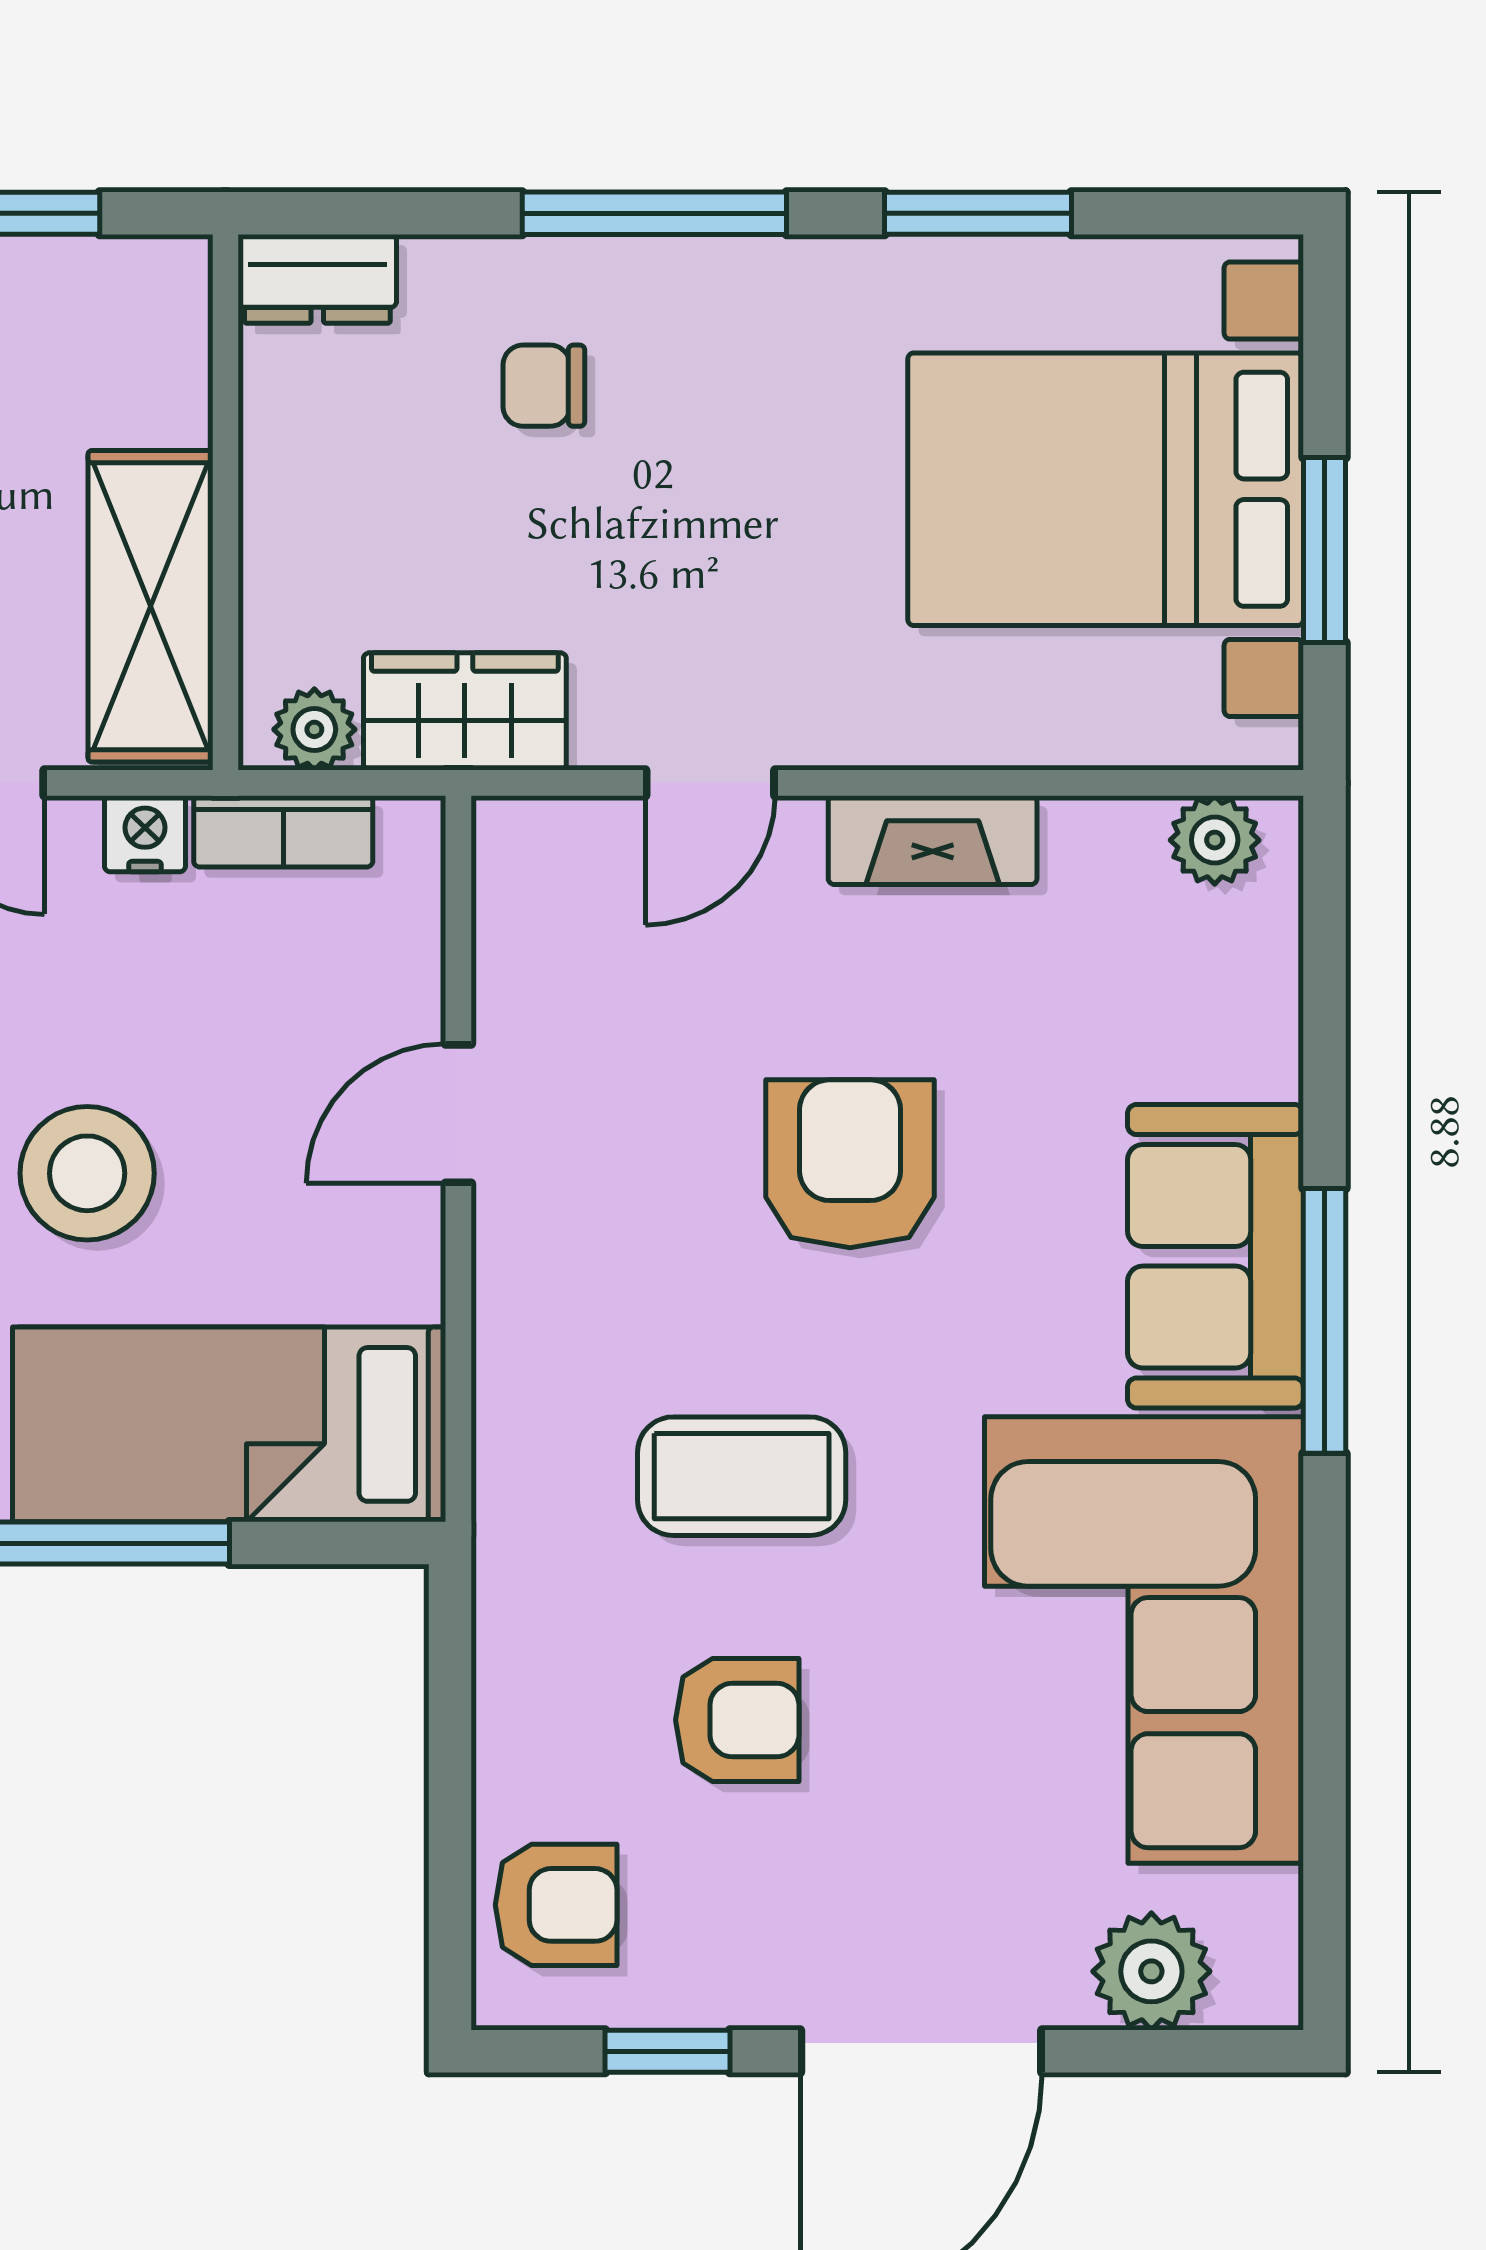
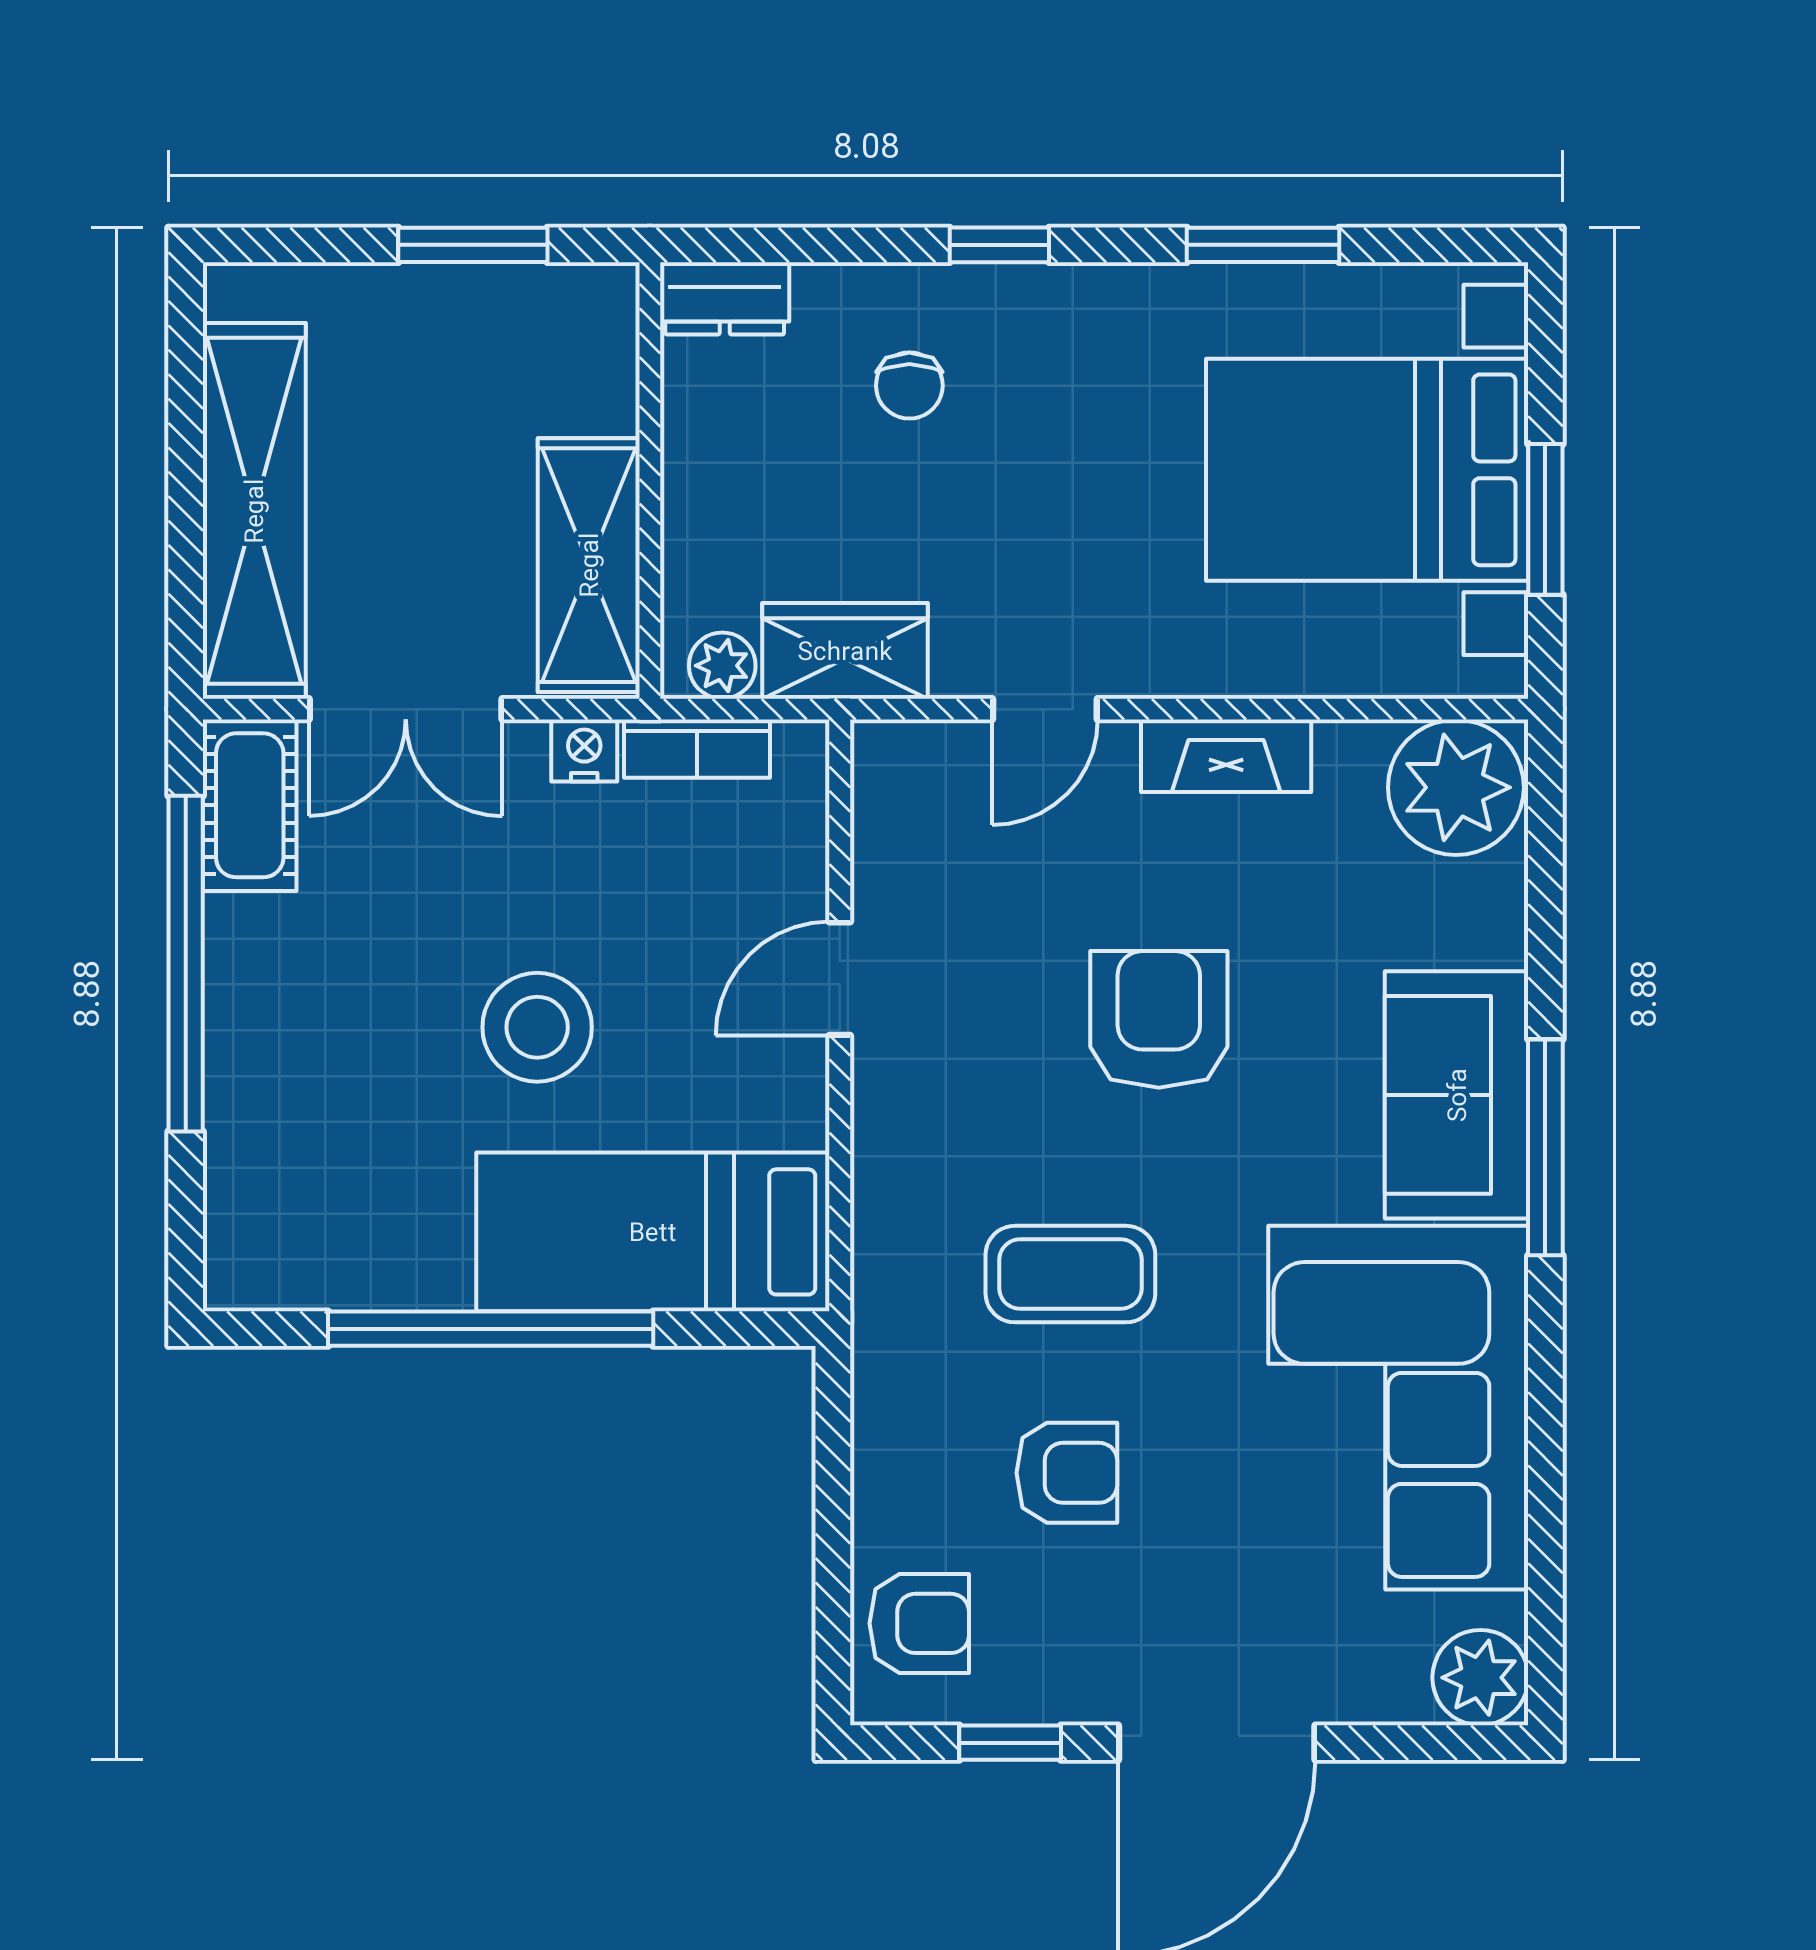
window: (654, 213) -> (999, 245), width x0.46
chair: (544, 386) -> (909, 385), turned -90
plant: (1215, 840) -> (1456, 787), width x1.88, depth x1.88
plant: (1151, 1971) -> (1480, 1678), moved

